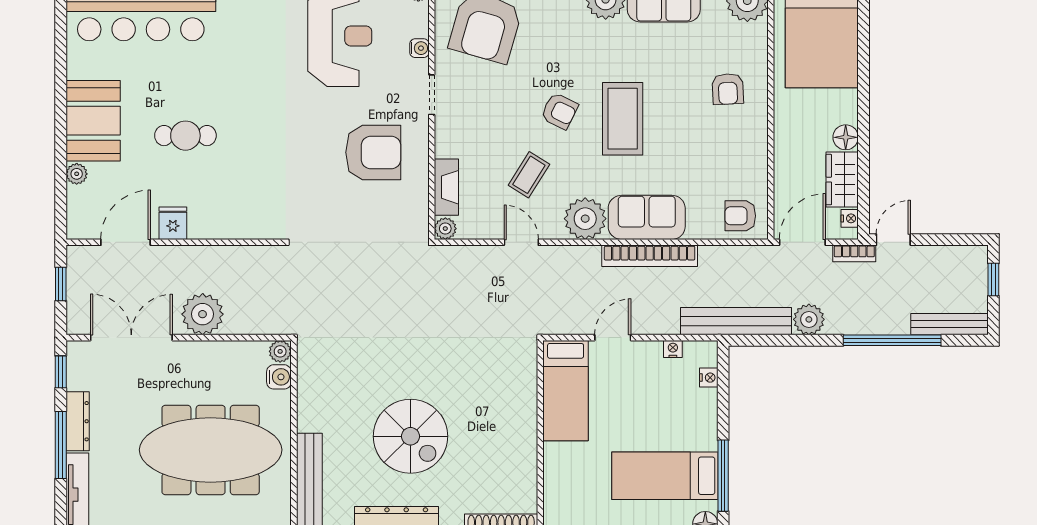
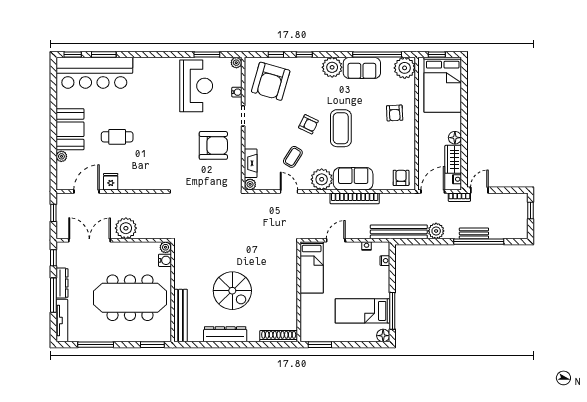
armchair: (740, 216) -> (401, 178), turned 90
bench: (949, 324) -> (474, 233), moved, width x0.73

